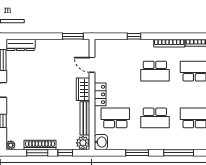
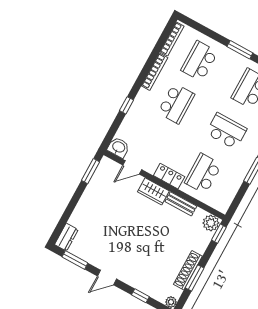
dresser: (21, 45) -> (66, 237), width x0.70
bench: (85, 118) -> (181, 204), width x0.73
school desk: (155, 118) -> (226, 131), turned -90
washbasin: (101, 142) -> (118, 147), moved
window: (65, 153) -> (219, 234), moved

